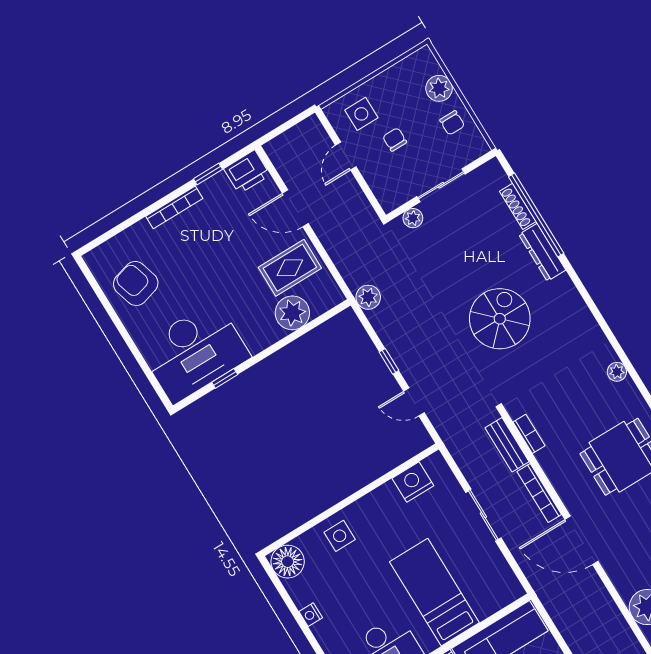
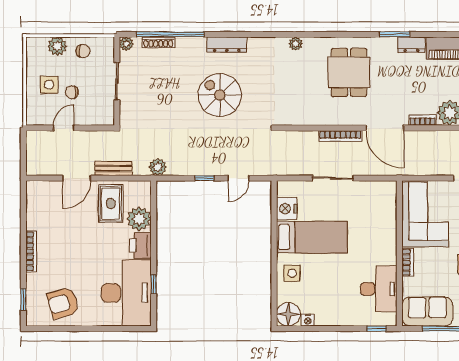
side table: (361, 114) -> (49, 85), moved
door: (346, 156) -> (64, 128), swing flipped
printer: (247, 172) -> (140, 245), moved, turned 180
window: (208, 174) -> (23, 299), moved
plant: (413, 218) -> (126, 44), moved
dresser: (542, 252) -> (227, 45), moved
bookcase: (529, 434) -> (422, 120), moved
bench: (507, 445) -> (113, 169), moved
door: (581, 540) -> (385, 128), hinge flipped
bed: (434, 592) -> (312, 237), moved, turned 180
nightstand: (311, 615) -> (308, 320), moved

